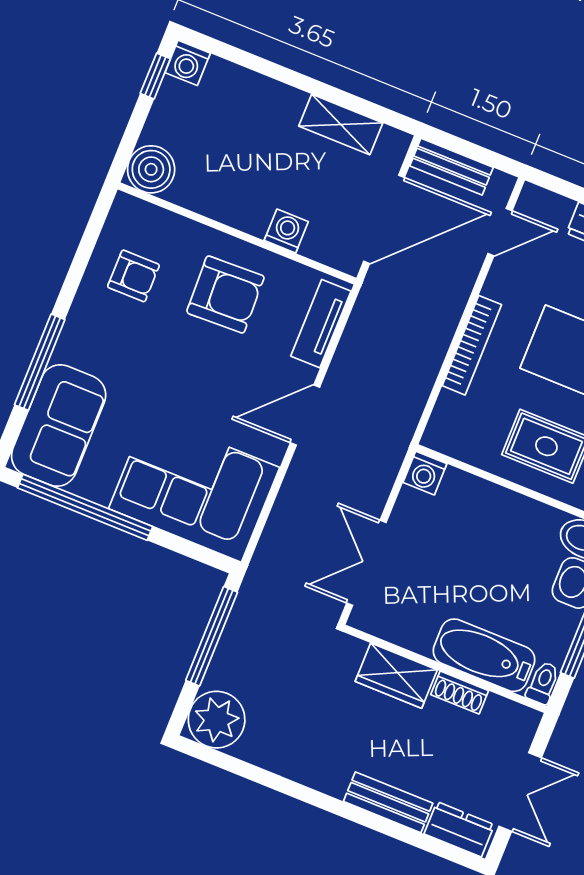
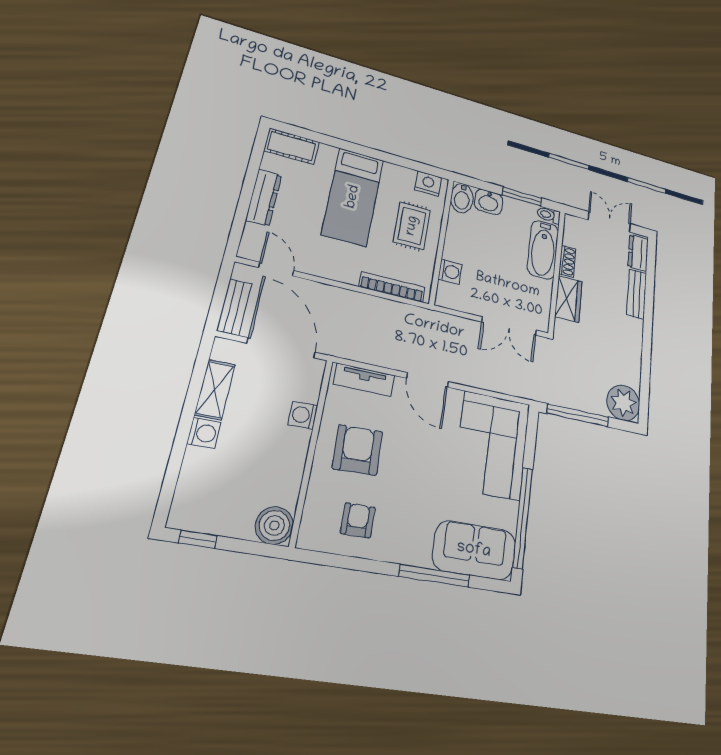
washing machine: (188, 63) -> (204, 433), moved
bookcase: (472, 345) -> (392, 287), moved
washing machine: (425, 473) -> (450, 272), moved

